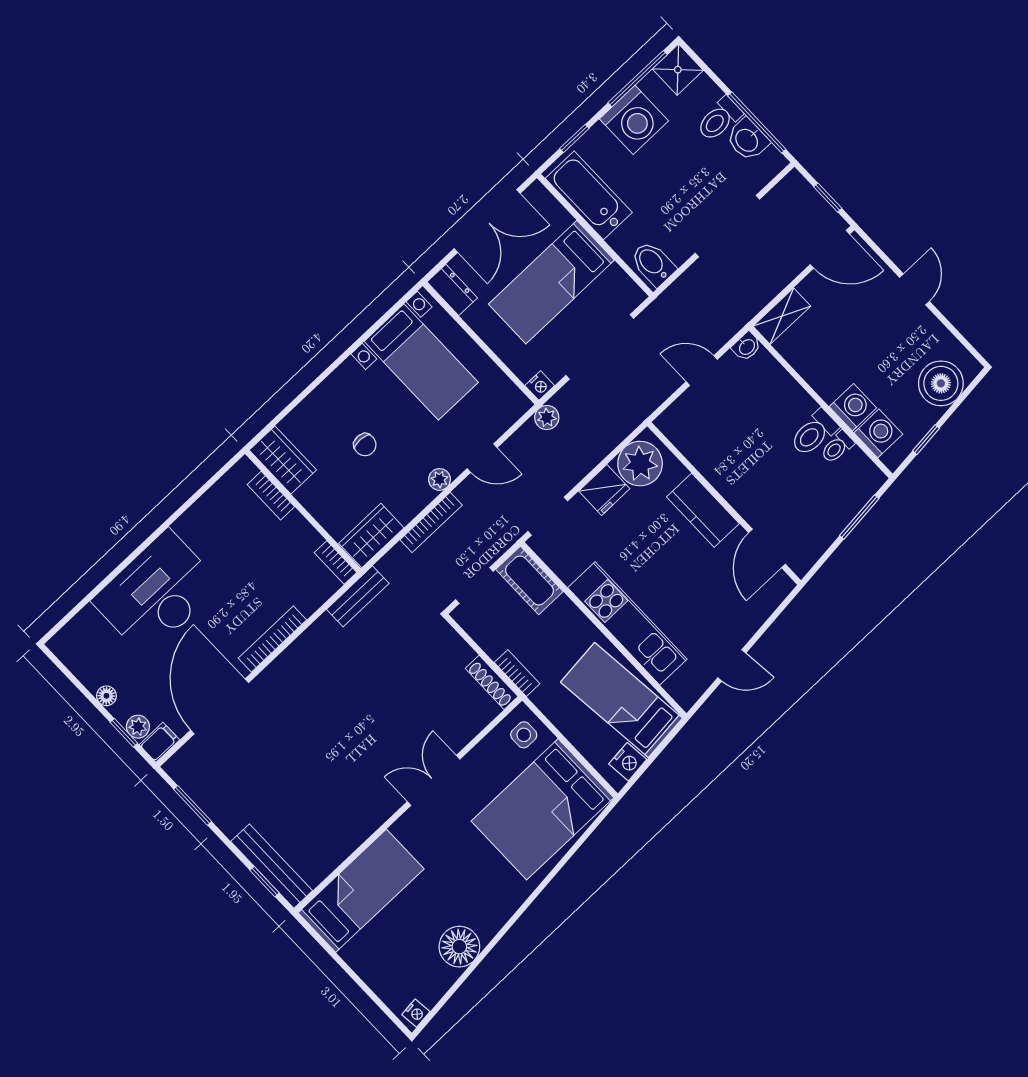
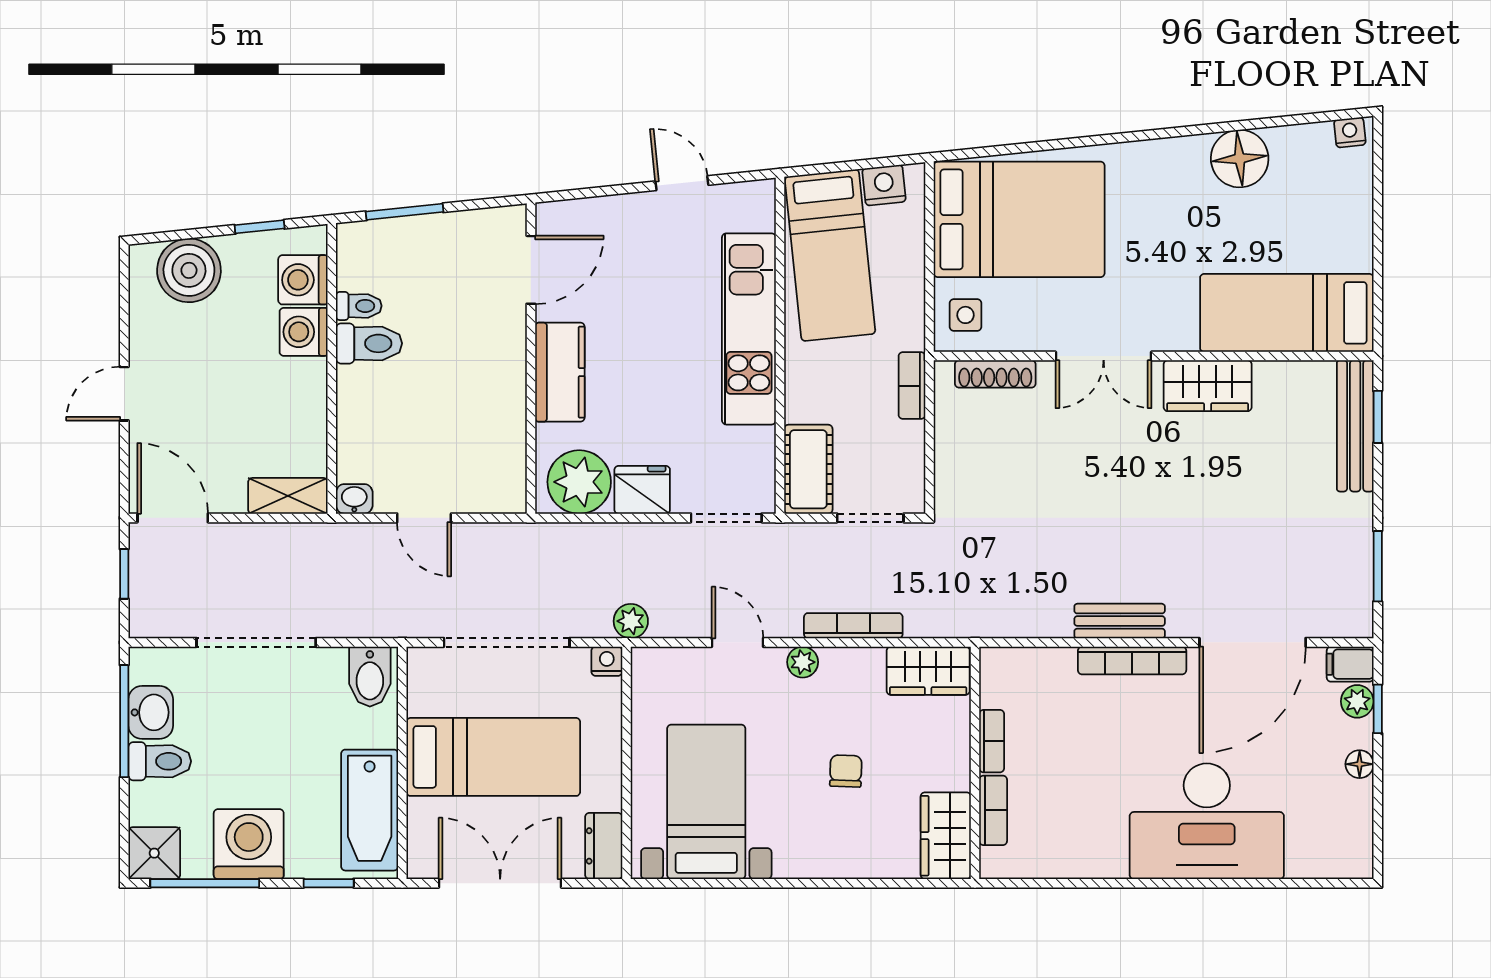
bookcase: (336, 563) -> (992, 741), moved
bench: (358, 596) -> (1120, 621), moved
shoe rack: (492, 682) -> (995, 374), moved, turned 90
wardrobe: (366, 815) -> (1208, 386), added

